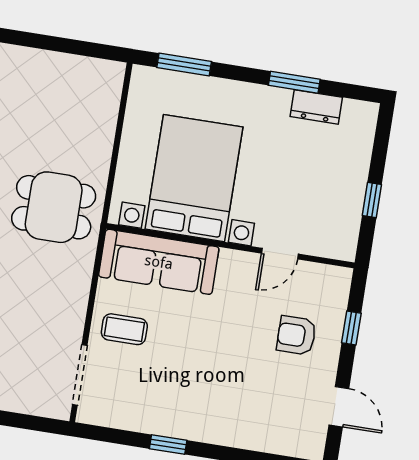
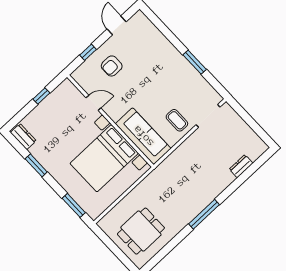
dresser: (316, 107) -> (23, 137), moved
dining table: (54, 207) -> (141, 231), moved, turned 90
armchair: (296, 335) -> (112, 66), turned 90
window: (168, 444) -> (195, 62), width x1.50

